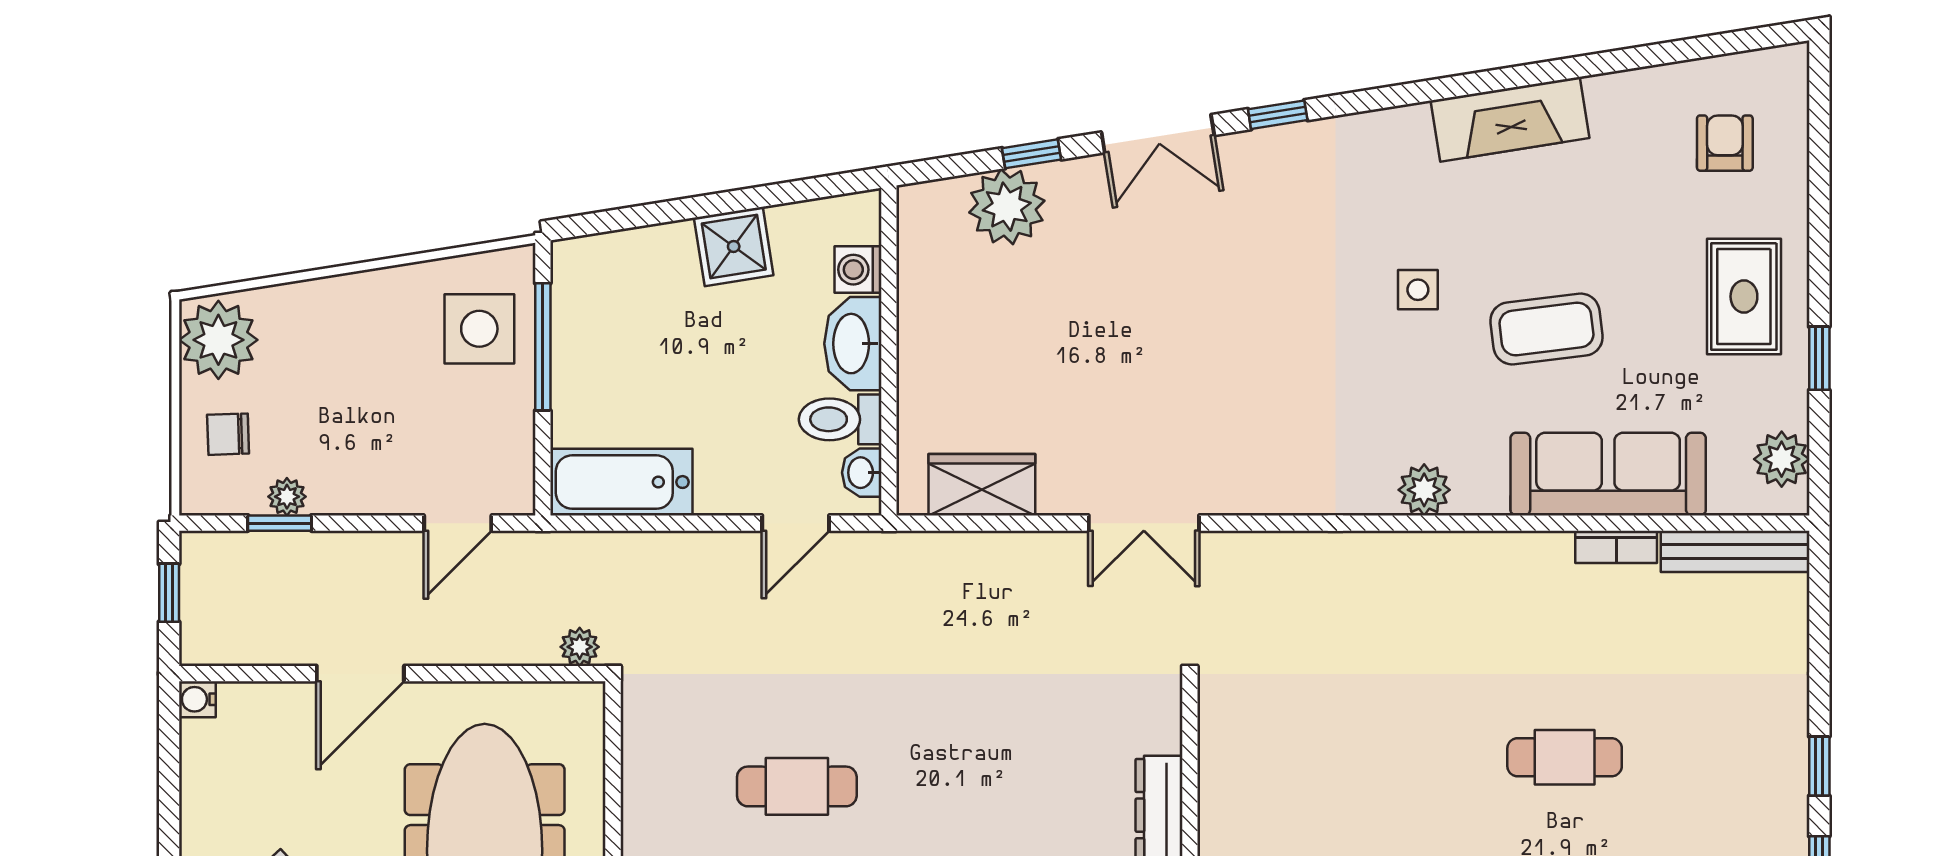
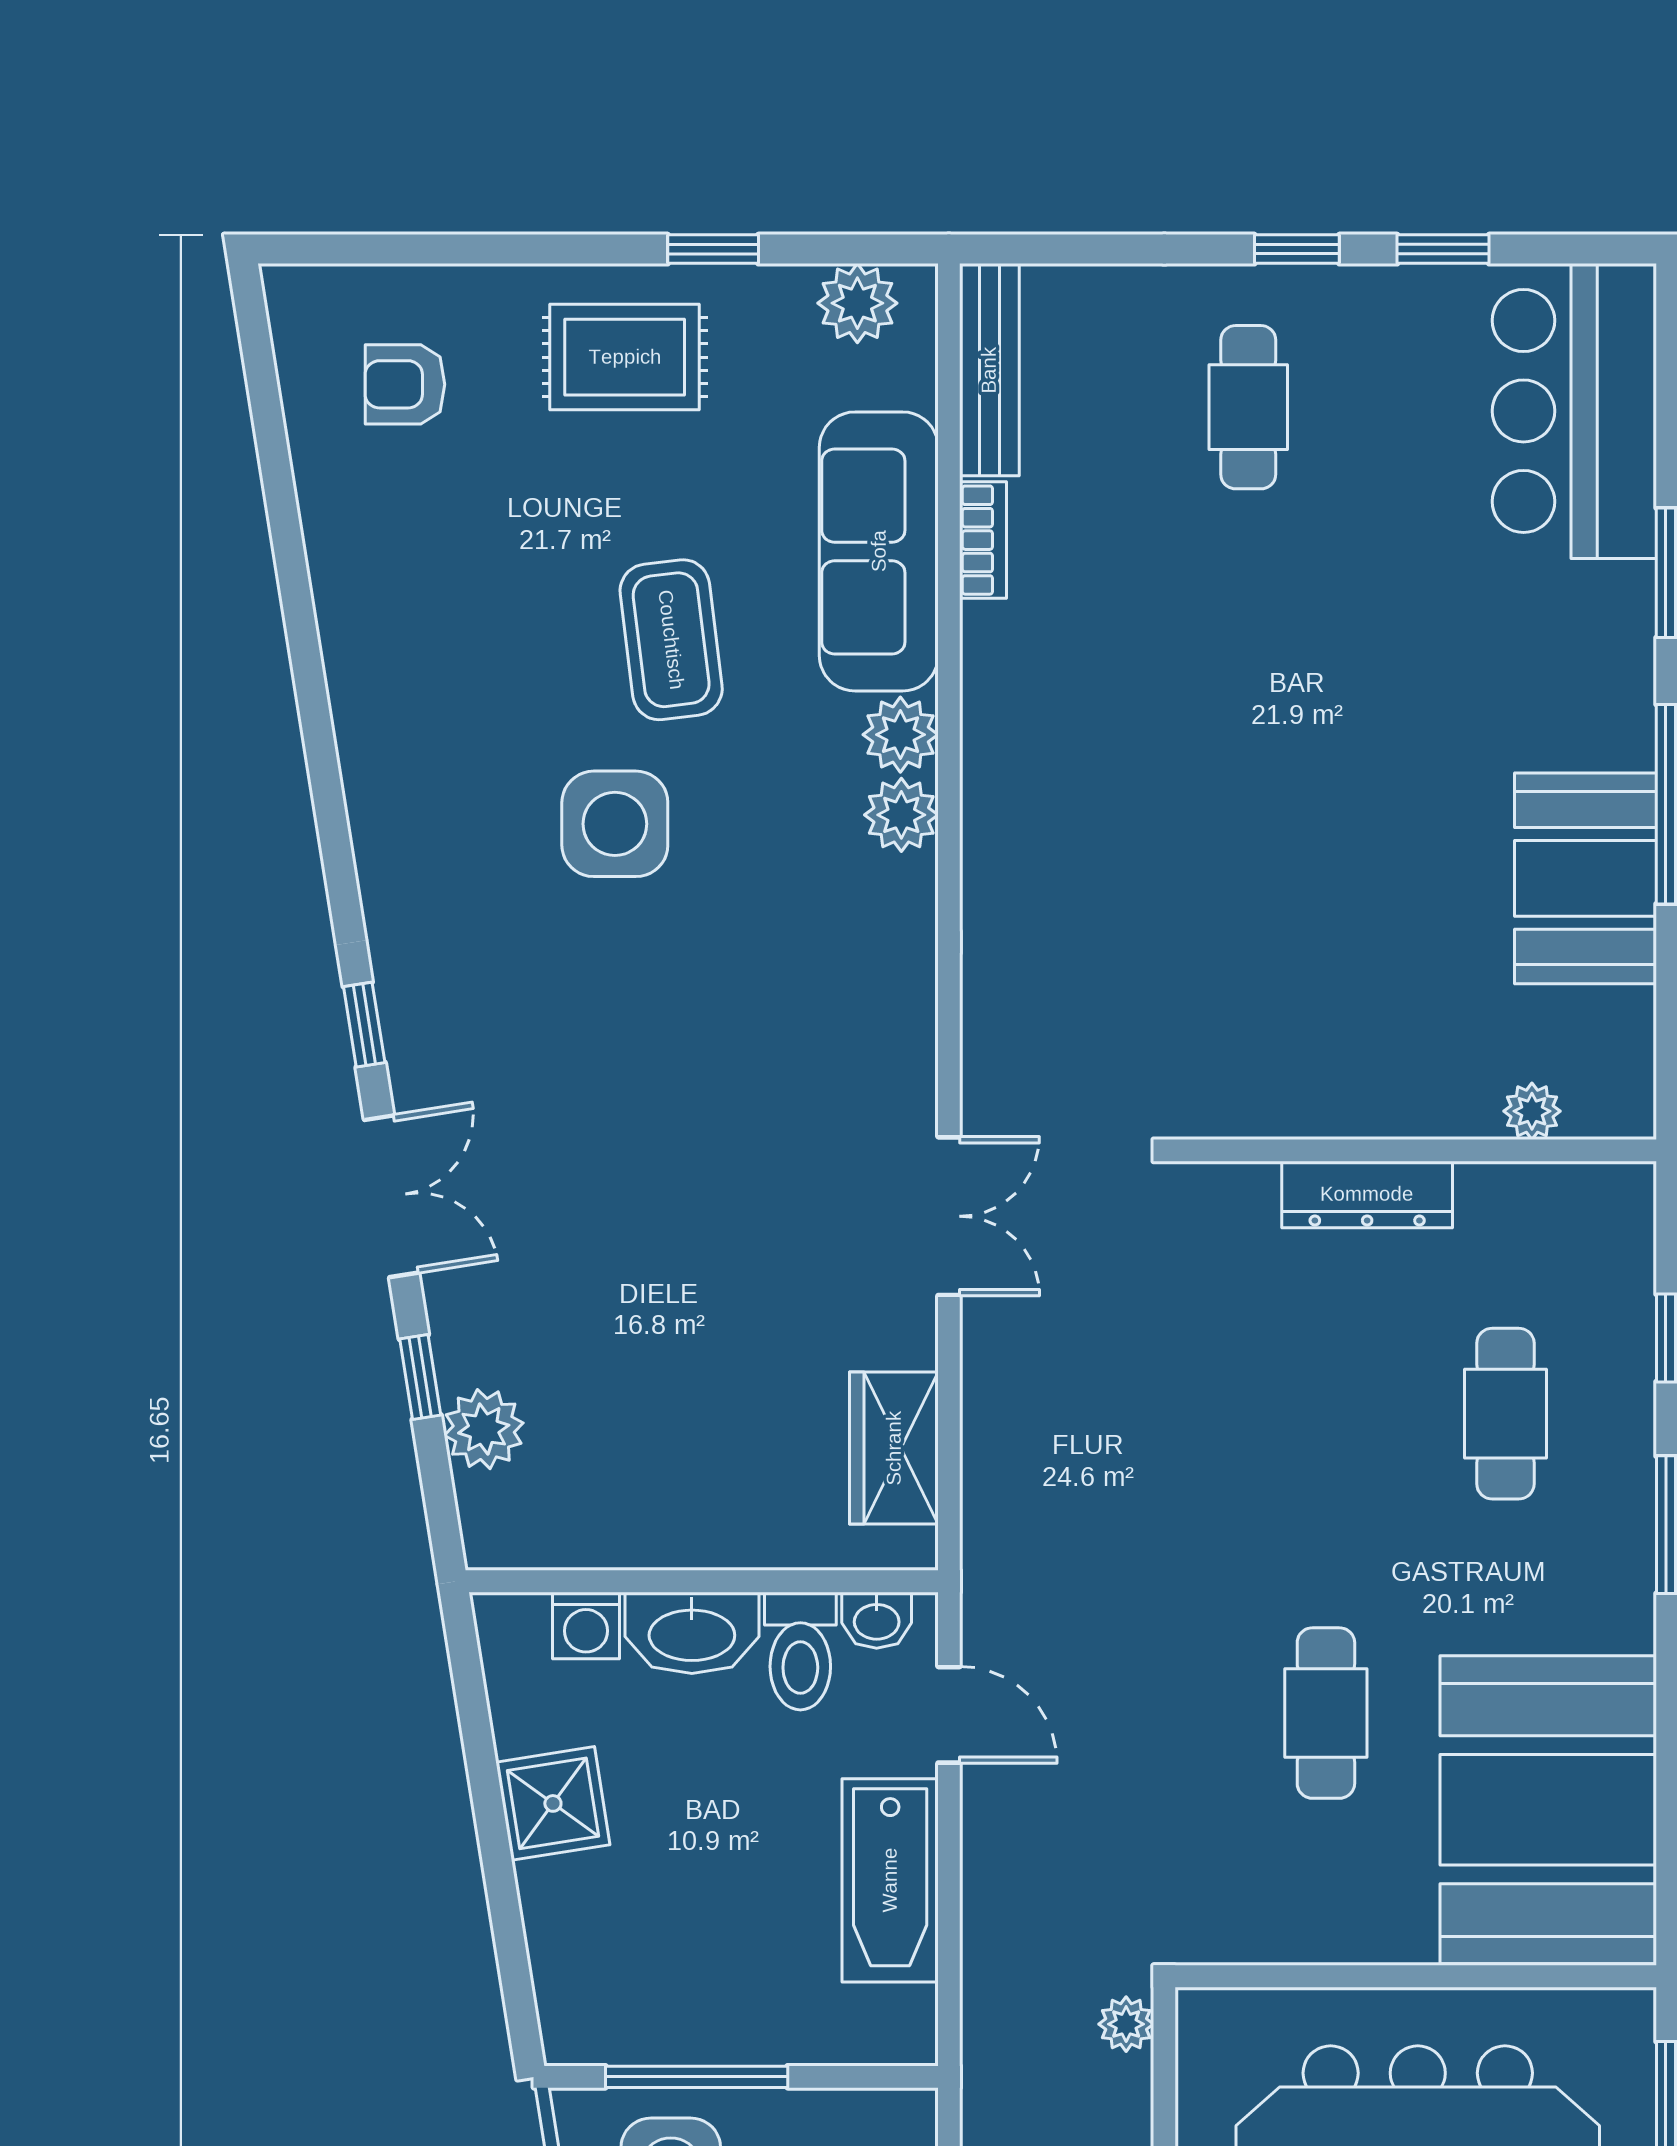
fireplace: (1510, 119) -> (371, 692), removed
plant: (1007, 207) -> (484, 1429), width x0.73, depth x0.73
side table: (1418, 290) -> (615, 824), width x1.87, depth x1.87
bathtub: (621, 482) -> (890, 1880), moved
plant: (1480, 489) -> (900, 735), added
cafe table: (1565, 757) -> (1248, 407), moved

